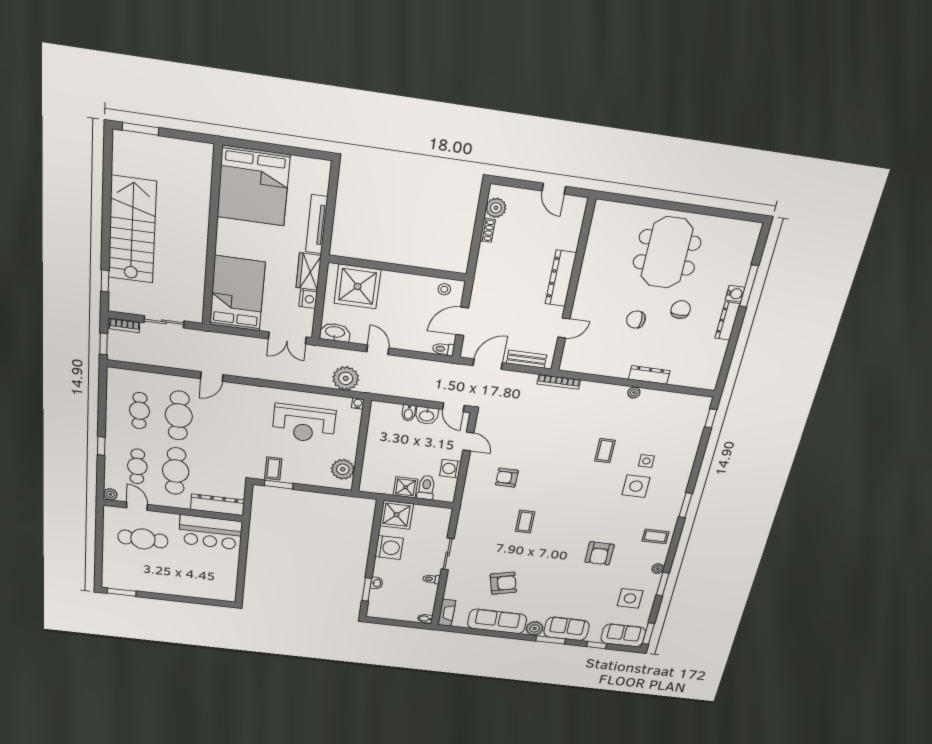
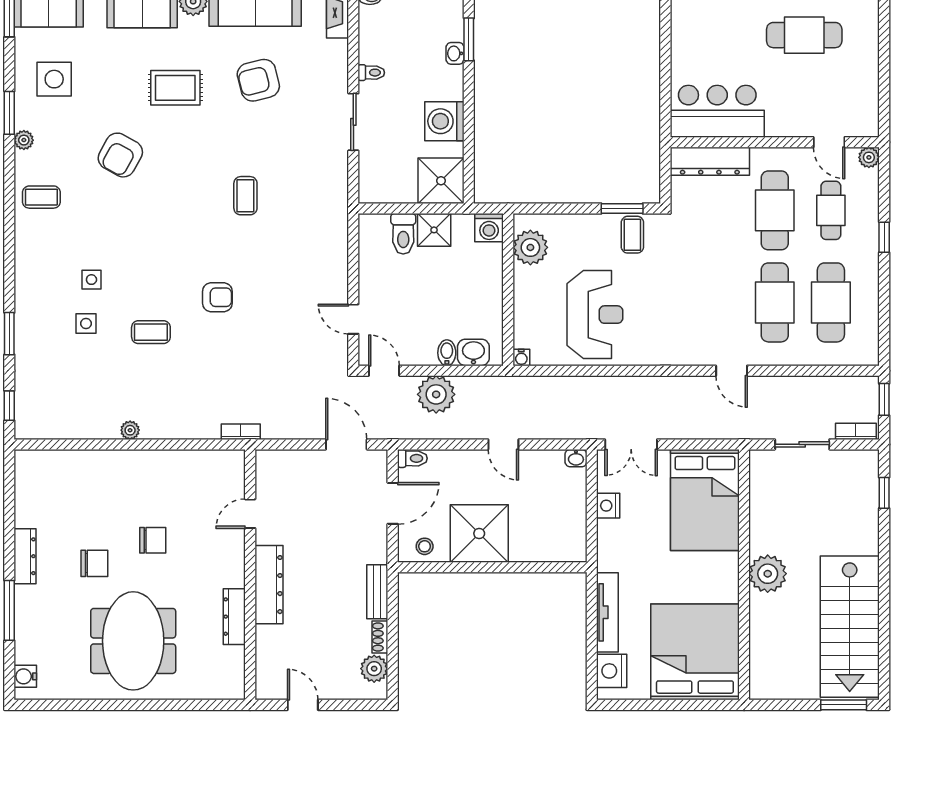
nightstand: (318, 181) -> (612, 671), added
stairs: (132, 230) -> (850, 627), moved
plant: (194, 236) -> (768, 574), added
wardrobe: (309, 272) -> (611, 545), removed
shower: (357, 286) -> (479, 533), moved
water cooler: (735, 294) -> (25, 676), moved
chair: (681, 310) -> (94, 563), turned -90
washbasin: (335, 332) -> (576, 458), width x0.52, depth x0.69
double door: (287, 338) -> (631, 444), swing flipped
bench: (527, 359) -> (377, 592), moved, turned 90
door: (488, 364) -> (346, 444), swing flipped
dresser: (649, 375) -> (234, 617), moved, turned 90
door: (212, 377) -> (732, 371), swing flipped
plant: (346, 378) -> (436, 394), moved
bookcase: (559, 382) -> (241, 432), width x0.64
cafe table: (139, 411) -> (831, 302), width x1.37, depth x1.35
washbasin: (427, 415) -> (473, 352), moved
reception desk: (304, 424) -> (595, 315), turned 90
coffee table: (605, 451) -> (151, 332), turned 90
washing machine: (450, 469) -> (489, 228), moved, turned 90
armchair: (507, 478) -> (217, 297), moved
side table: (636, 486) -> (91, 280), width x0.54, depth x0.54
window: (685, 505) -> (9, 334), moved
cafe table: (143, 539) -> (804, 35), moved
armchair: (599, 553) -> (120, 155), turned -151
rug: (556, 585) -> (175, 88), added

